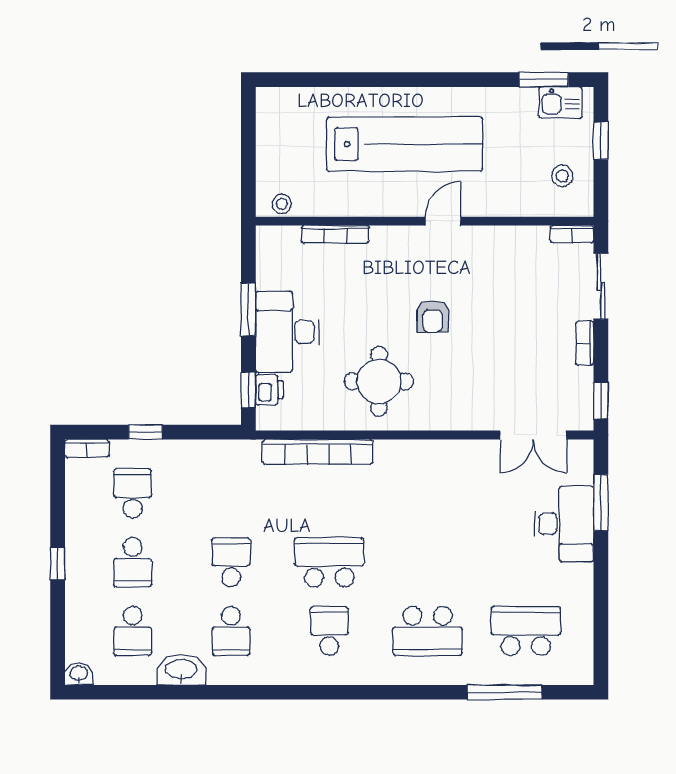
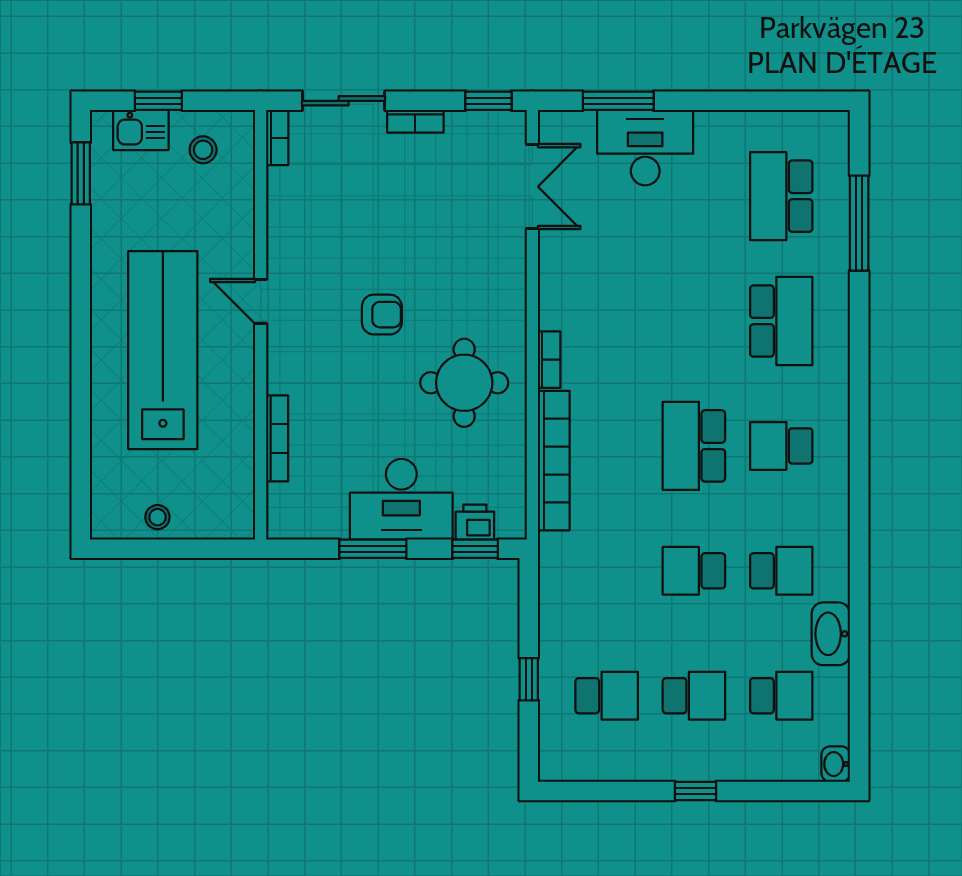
kitchen sink: (560, 103) -> (141, 130), moved, turned 90
stool: (282, 204) -> (157, 517), moved
bookcase: (87, 448) -> (549, 360), moved
school desk: (133, 493) -> (607, 696), turned 180

